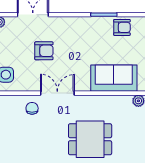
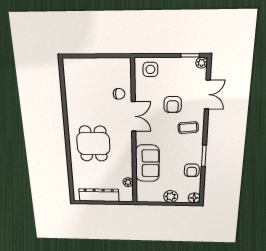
coffee table: (70, 33) -> (188, 128), added

